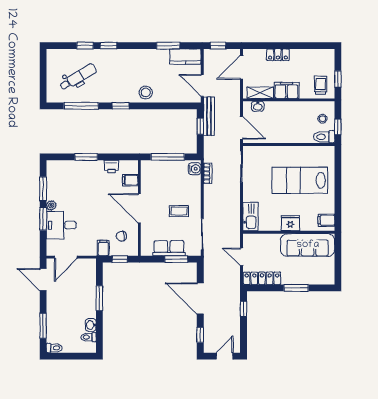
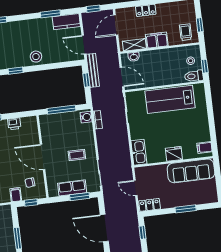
filing cabinet: (130, 180) -> (32, 134), removed
lab bench: (300, 180) -> (170, 99), moved
locker: (262, 278) -> (150, 205), width x0.66

